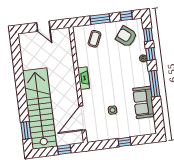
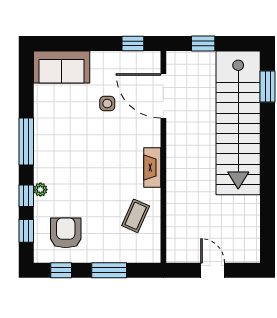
armchair: (126, 36) -> (66, 233), turned -128
coffee table: (94, 39) -> (136, 216), moved
sofa: (144, 102) -> (62, 67), moved, turned 90
door: (82, 118) -> (163, 96), swing flipped
window: (124, 142) -> (133, 43), moved

